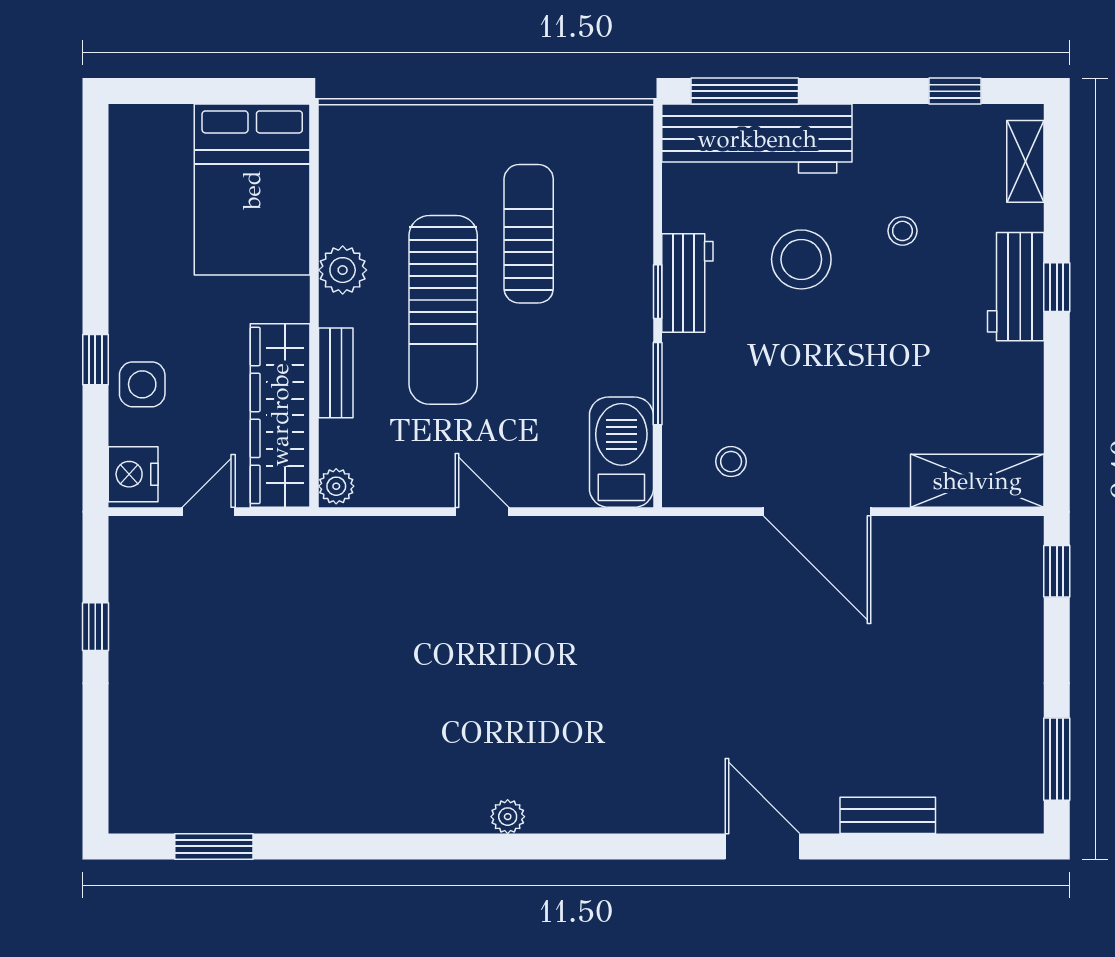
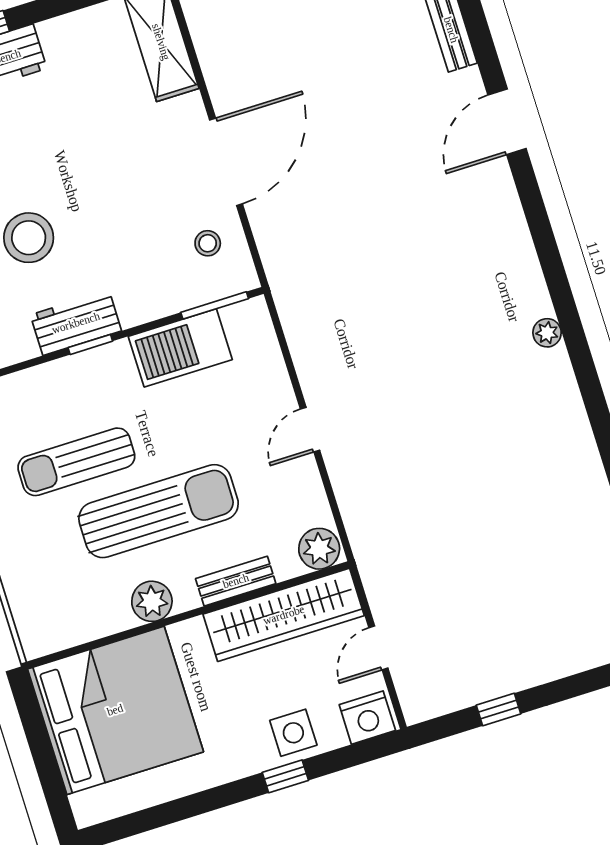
bed: (252, 190) -> (115, 710), width x1.36
window: (658, 384) -> (215, 305), moved
barbecue: (621, 452) -> (180, 348), moved
plant: (336, 486) -> (319, 549), width x1.38, depth x1.38
door: (209, 512) -> (378, 648), hinge flipped

